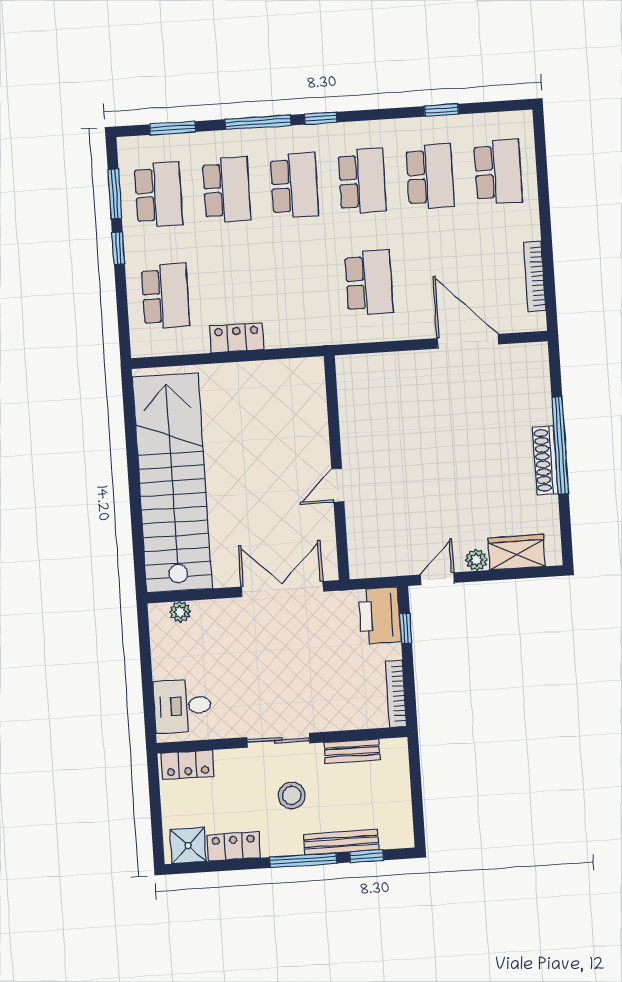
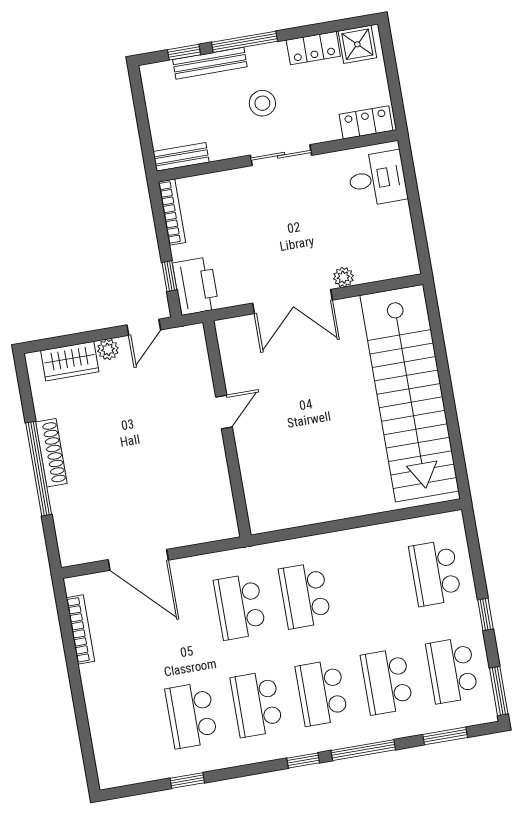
school desk: (498, 172) -> (305, 595), moved
window: (115, 194) -> (499, 691), moved
locker: (237, 338) -> (362, 540), removed
wall: (337, 468) -> (227, 429), moved
door: (338, 485) -> (224, 412), moved
plant: (180, 612) -> (343, 277), moved
bench: (352, 751) -> (181, 157), moved

